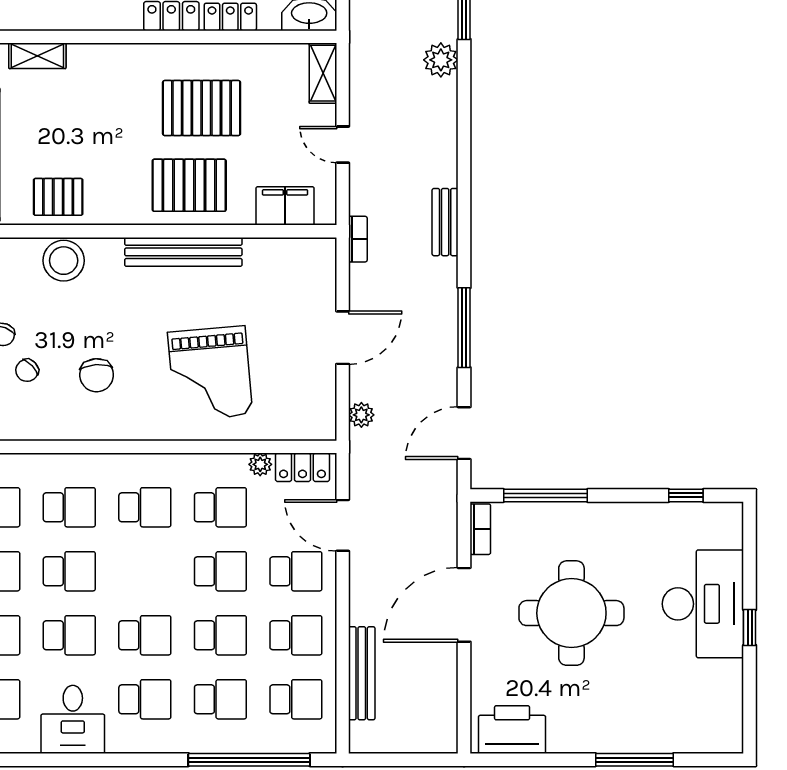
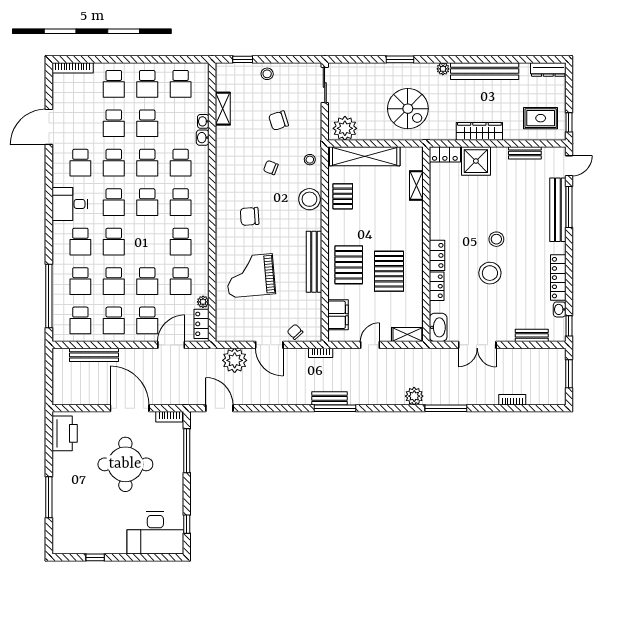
window: (464, 328) -> (335, 408), moved
chair: (27, 370) -> (295, 332), moved
plant: (361, 415) -> (235, 360), width x1.87, depth x1.87
desk: (703, 604) -> (155, 533), moved
window: (750, 628) -> (95, 557), moved

